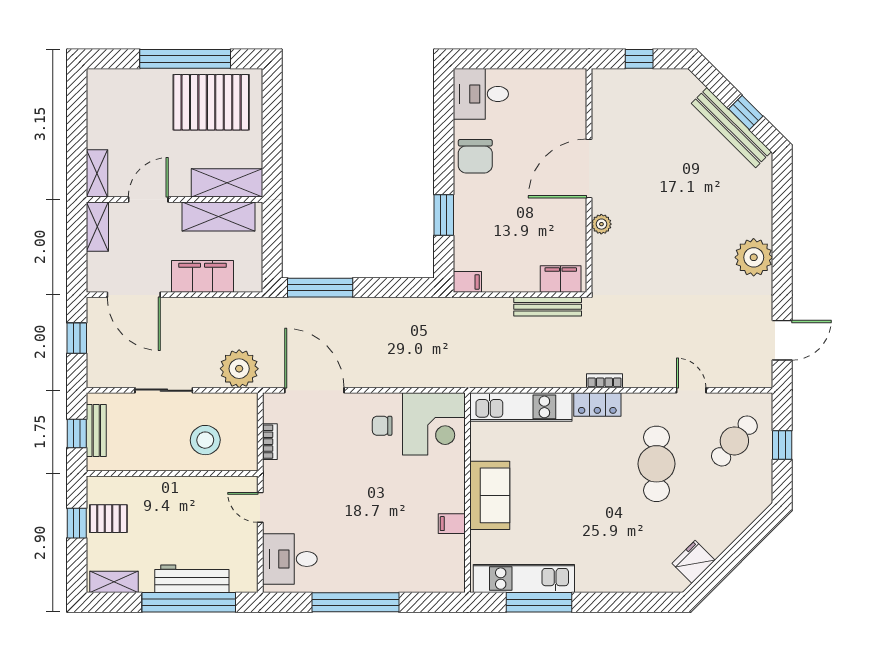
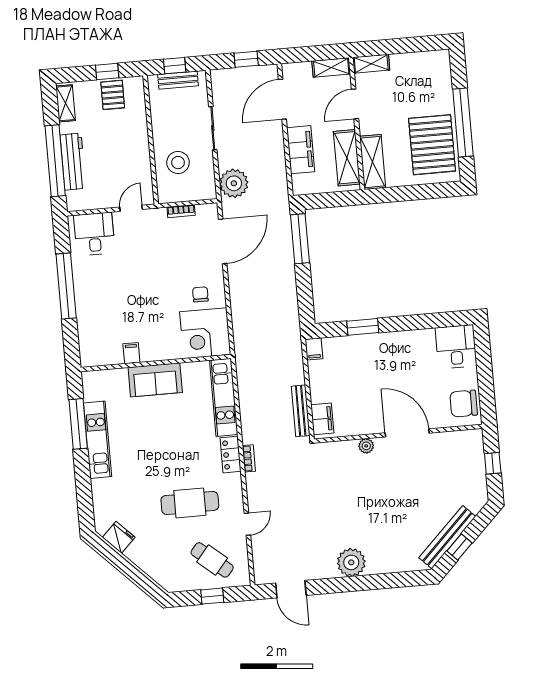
chair: (475, 156) -> (464, 404), moved
door: (148, 200) -> (355, 104), swing flipped
kitchen unit: (524, 579) -> (98, 440), moved

